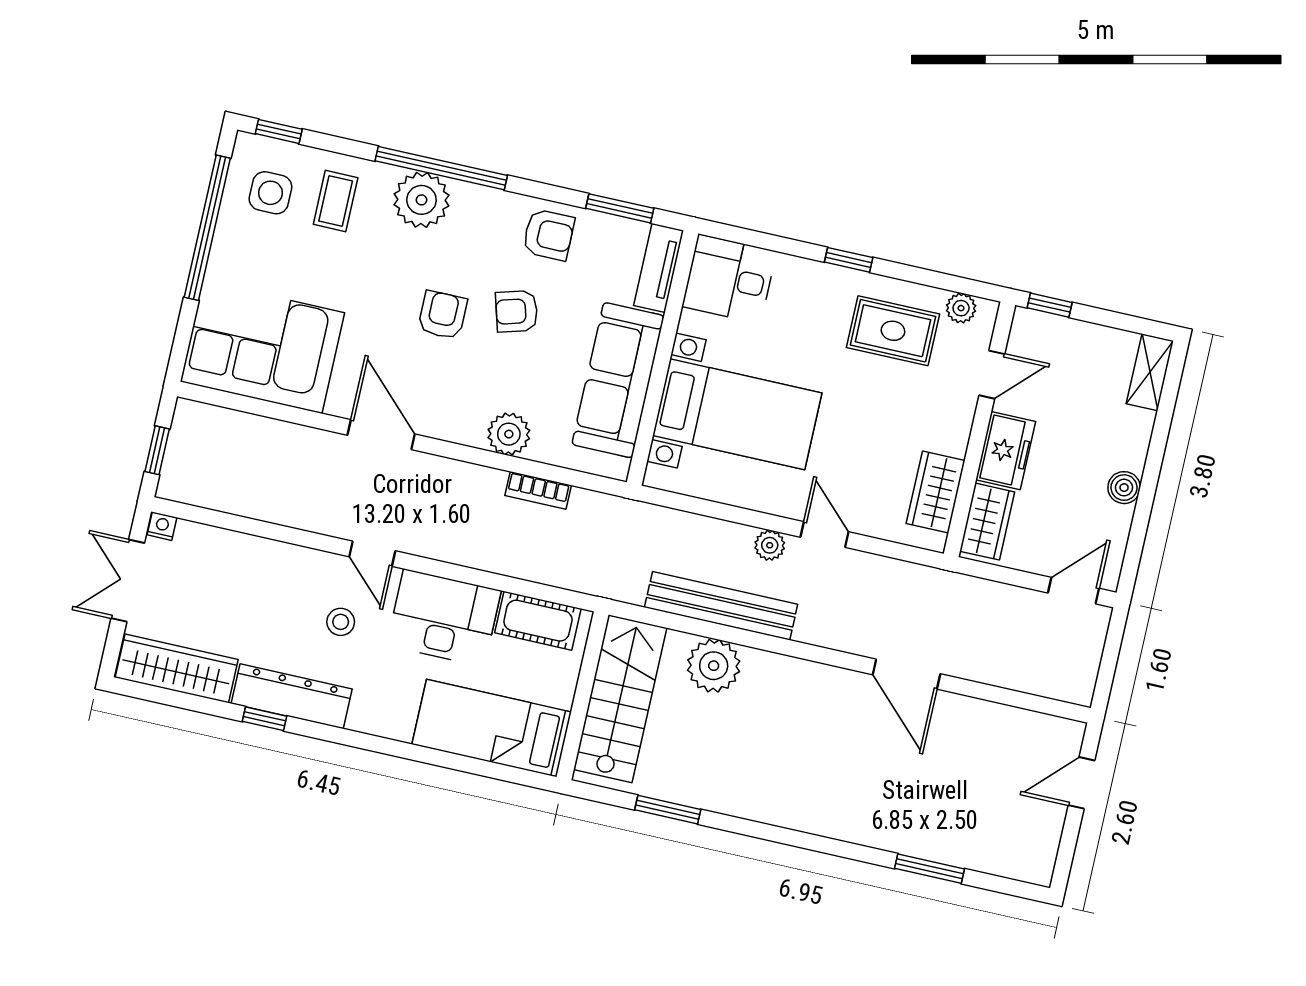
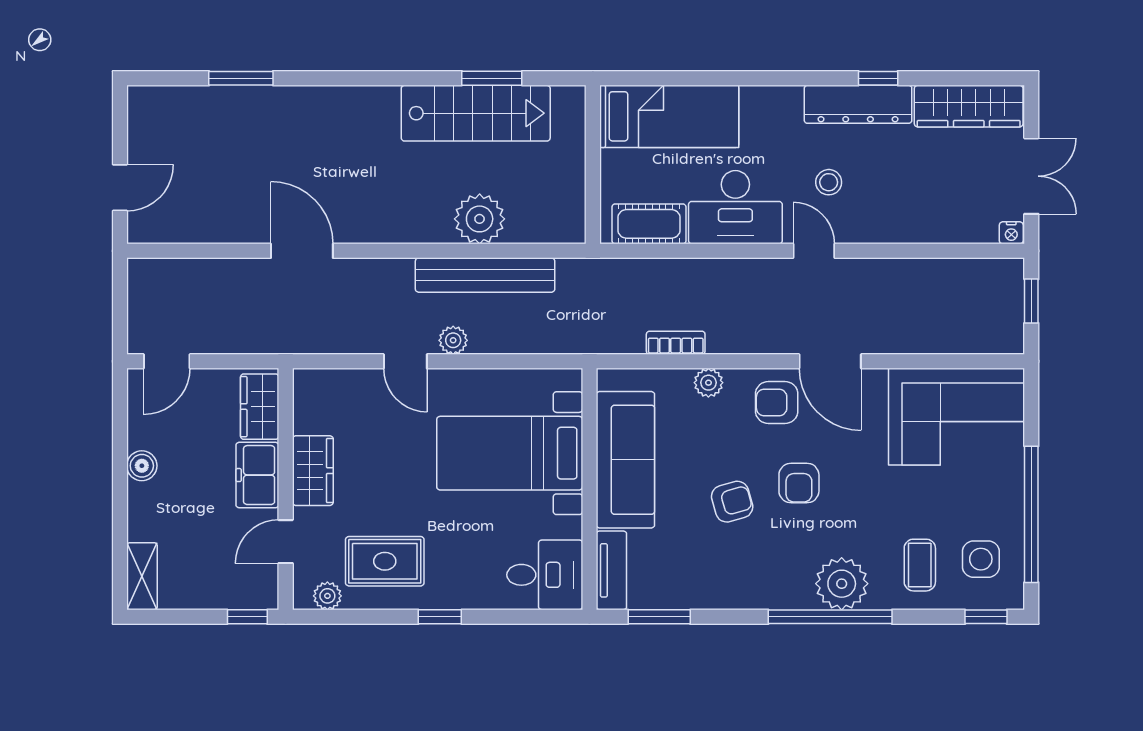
armchair: (548, 235) -> (777, 403), moved
plant: (509, 434) -> (708, 383), width x0.73, depth x0.73
wardrobe: (936, 492) -> (313, 471), moved
stairs: (620, 699) -> (476, 113), moved, turned -90

